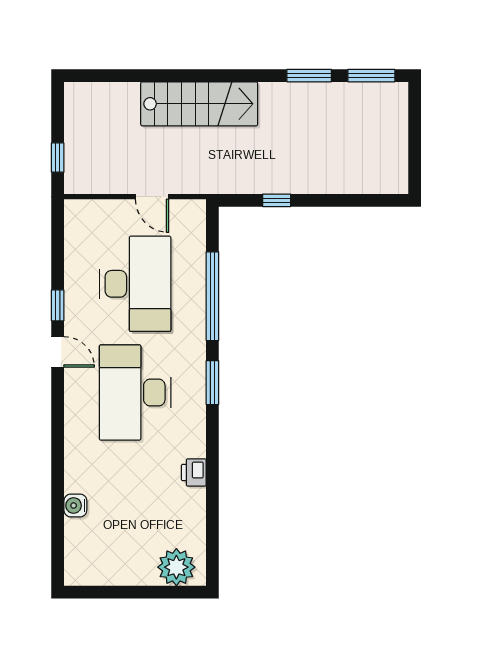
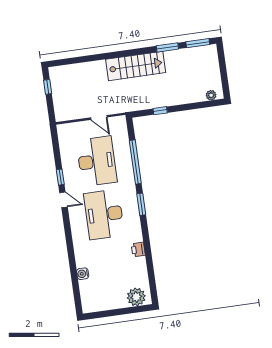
stairs: (199, 104) -> (136, 66), moved
window: (58, 158) -> (48, 87), moved
plant: (383, 184) -> (211, 95), added

